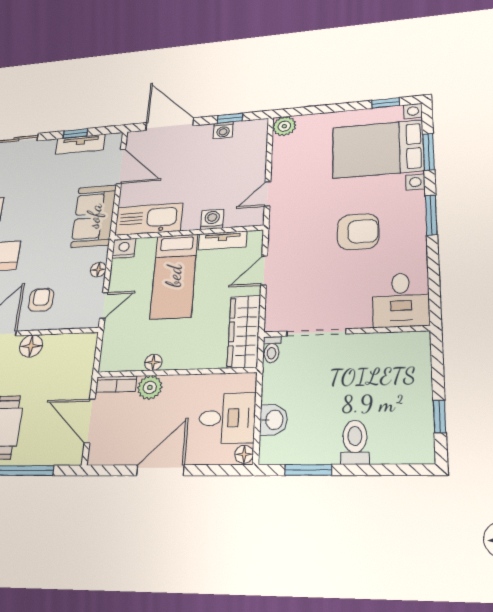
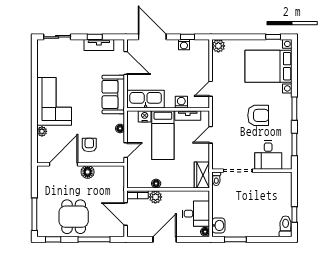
window: (429, 152) -> (294, 144), moved
nightstand: (124, 248) -> (145, 116), moved
desk: (401, 300) -> (268, 155), moved
wardrobe: (244, 331) -> (202, 175), width x0.67
washbasin: (274, 420) -> (218, 225), moved
toilet: (355, 442) -> (286, 226), moved

